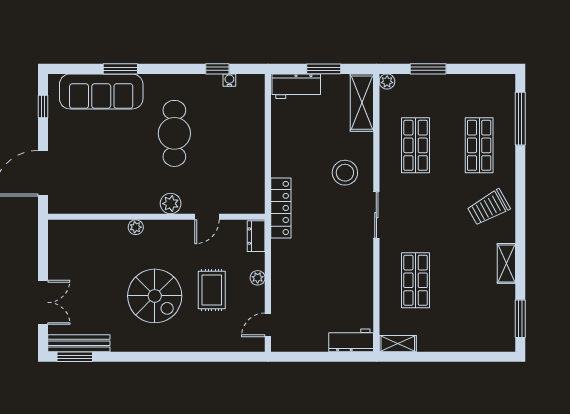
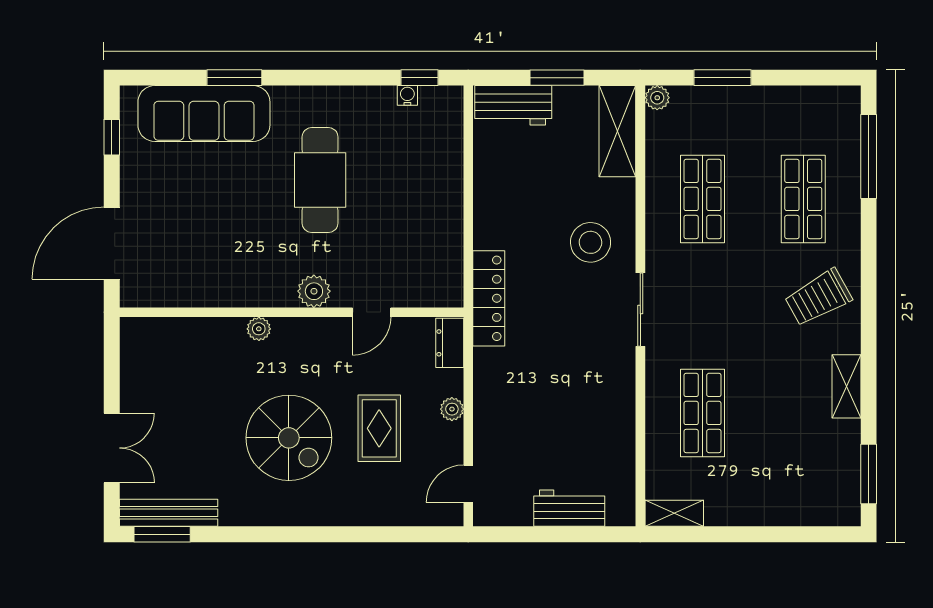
window: (217, 69) -> (419, 78), moved
workbench: (351, 340) -> (569, 508), moved

